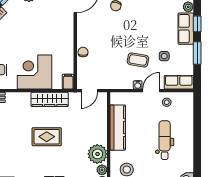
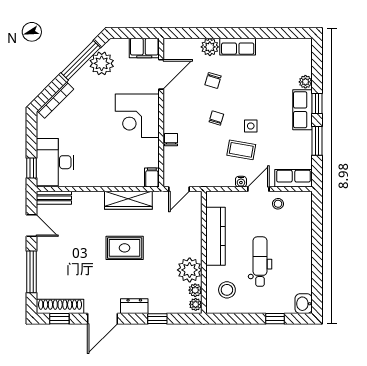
chair: (118, 35) -> (216, 118), added
side table: (164, 56) -> (251, 126), moved
corner desk: (35, 72) -> (137, 116), moved, turned -90
dental chair: (165, 140) -> (260, 262), moved

